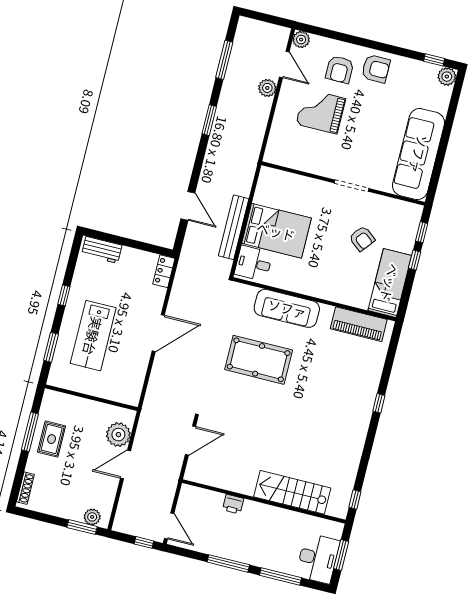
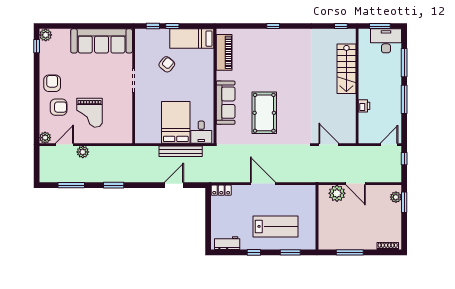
workbench: (102, 250) -> (227, 243), moved, turned -90
rug: (52, 439) -> (351, 237), removed

